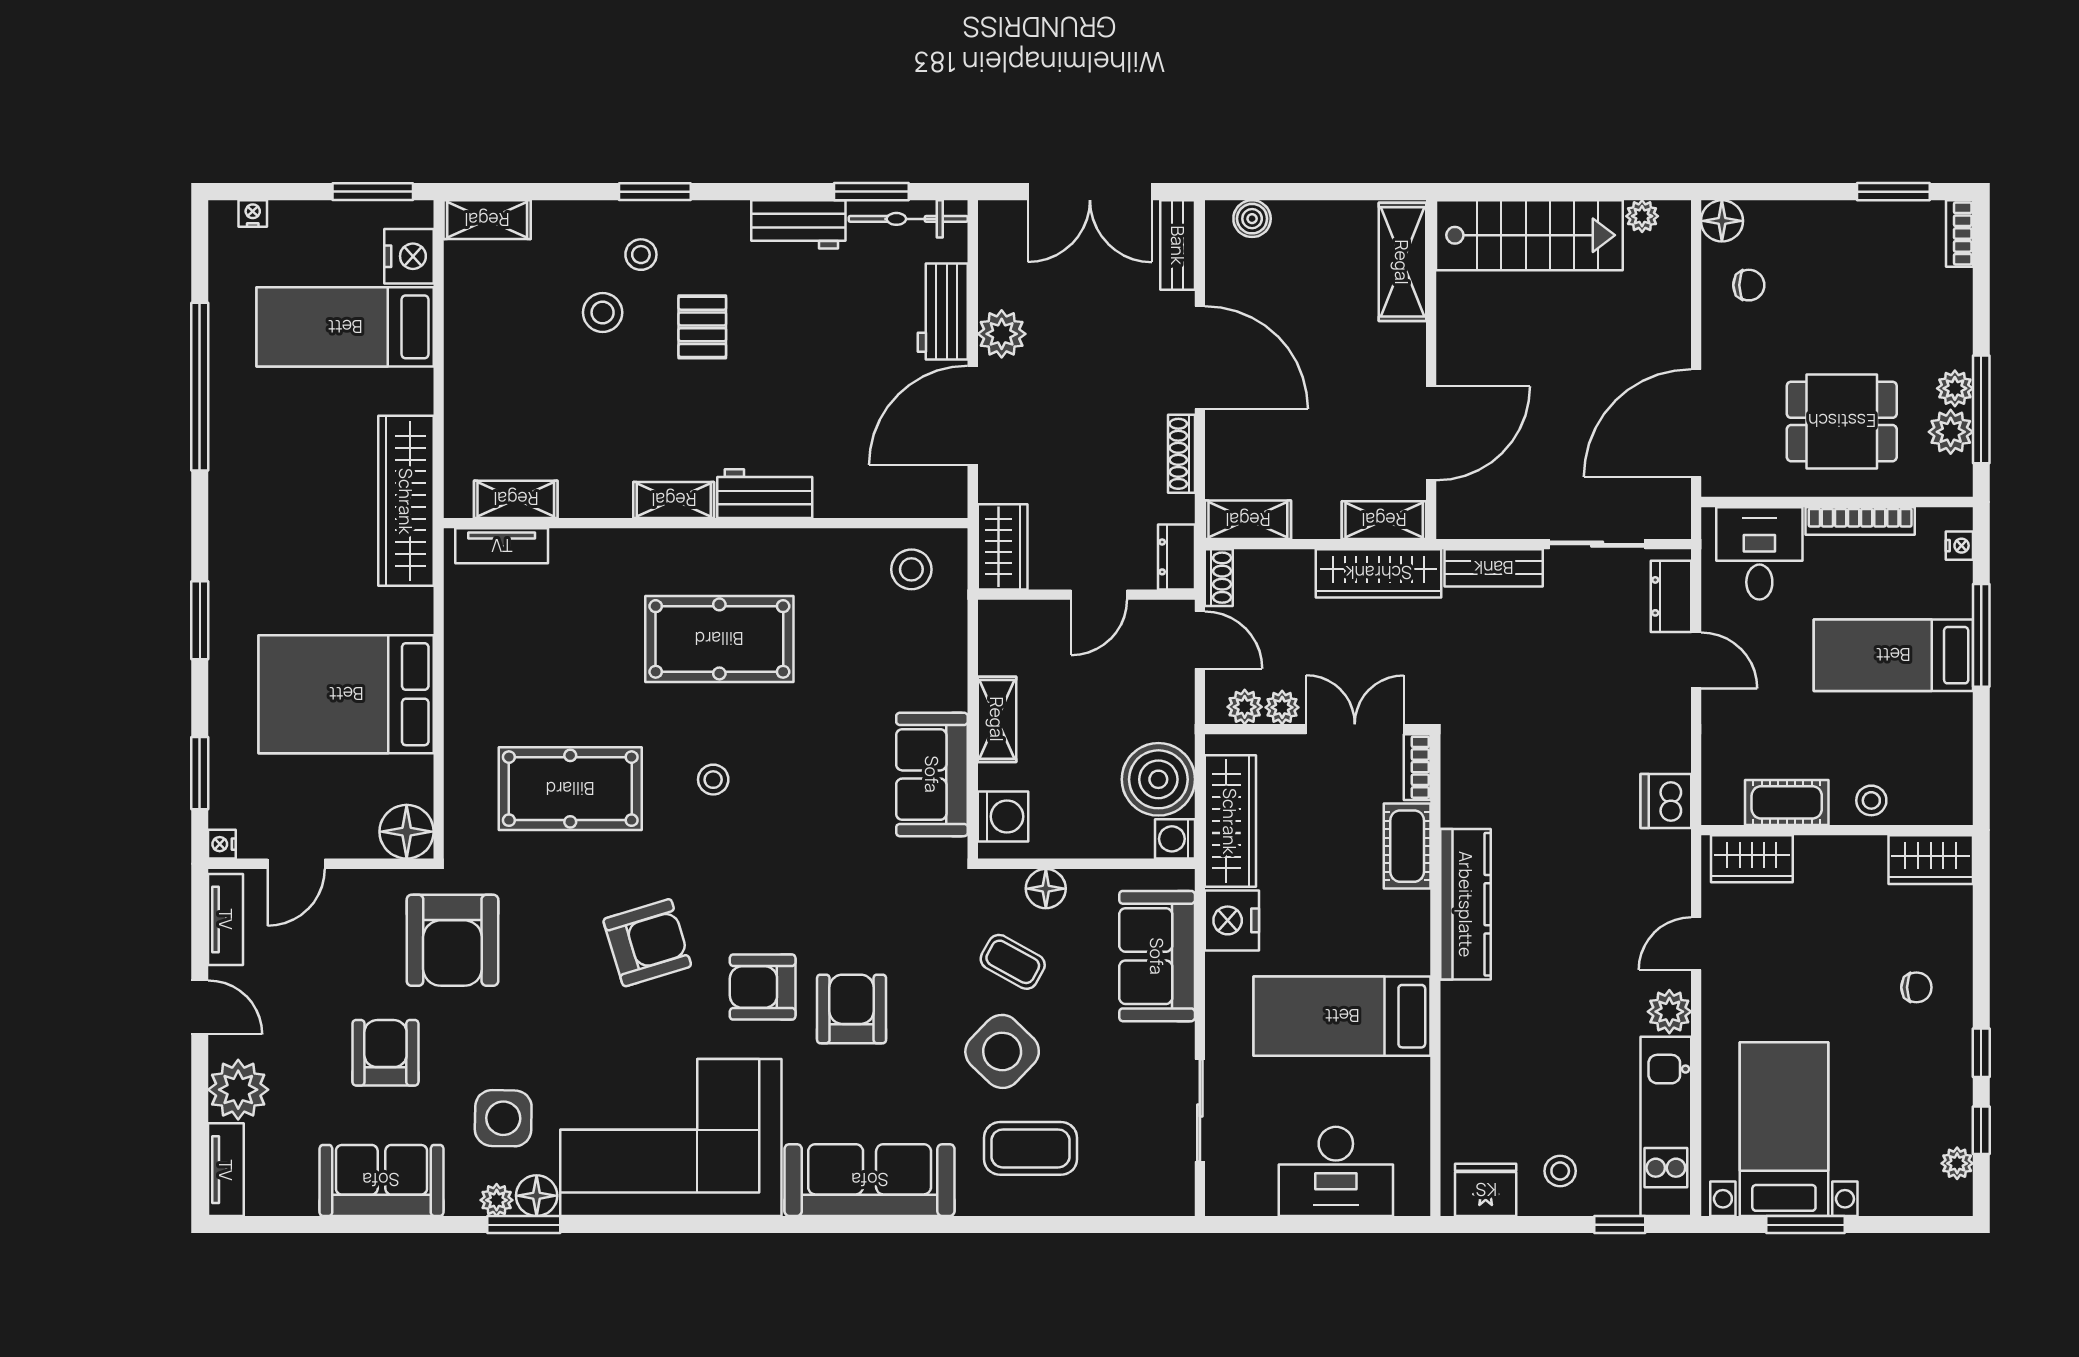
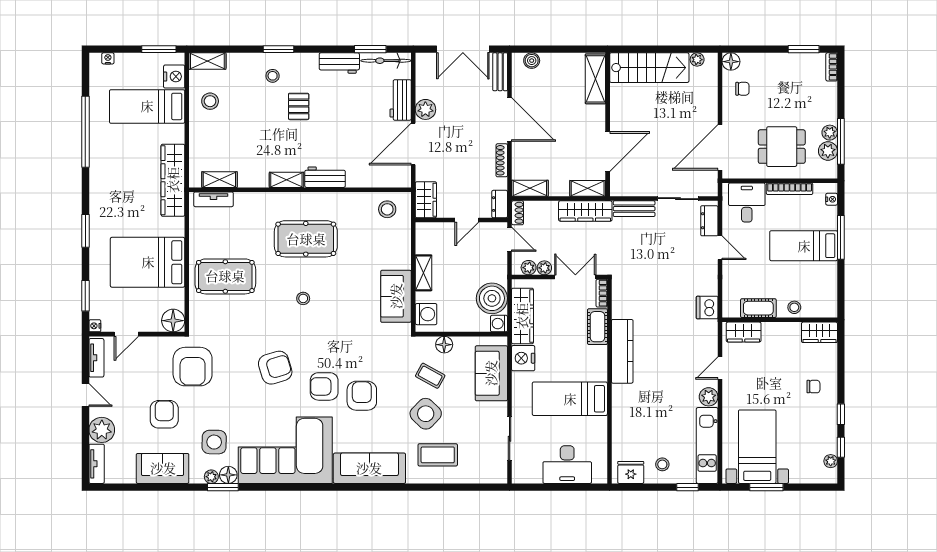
stool: (603, 312) -> (210, 101), moved
pool table: (570, 789) -> (225, 276), moved

